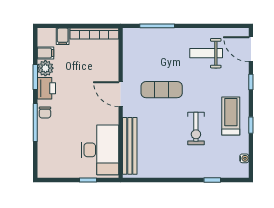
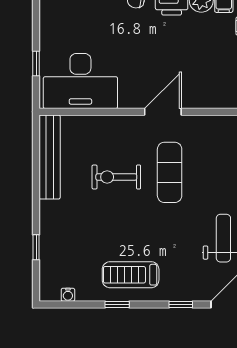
treadmill: (231, 116) -> (131, 275), turned 180
exercise bike: (196, 128) -> (116, 177), moved
bench: (130, 146) -> (50, 157), moved, turned 90

